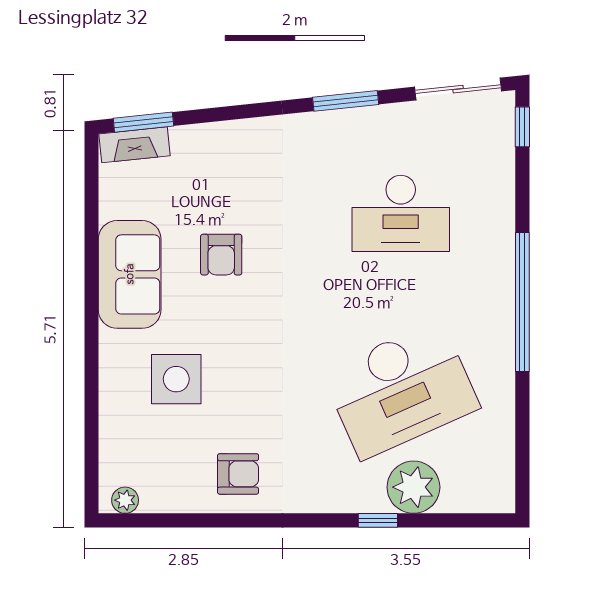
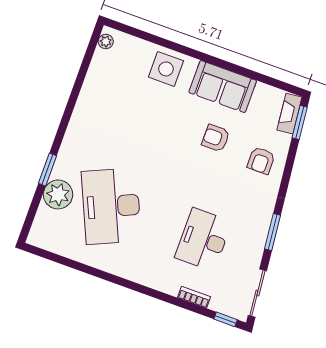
bookcase: (504, 194) -> (194, 297), added
window: (522, 302) -> (134, 286), removed
side table: (176, 379) -> (166, 69), moved
armchair: (238, 474) -> (261, 160), moved
window: (378, 520) -> (47, 170), width x1.50

